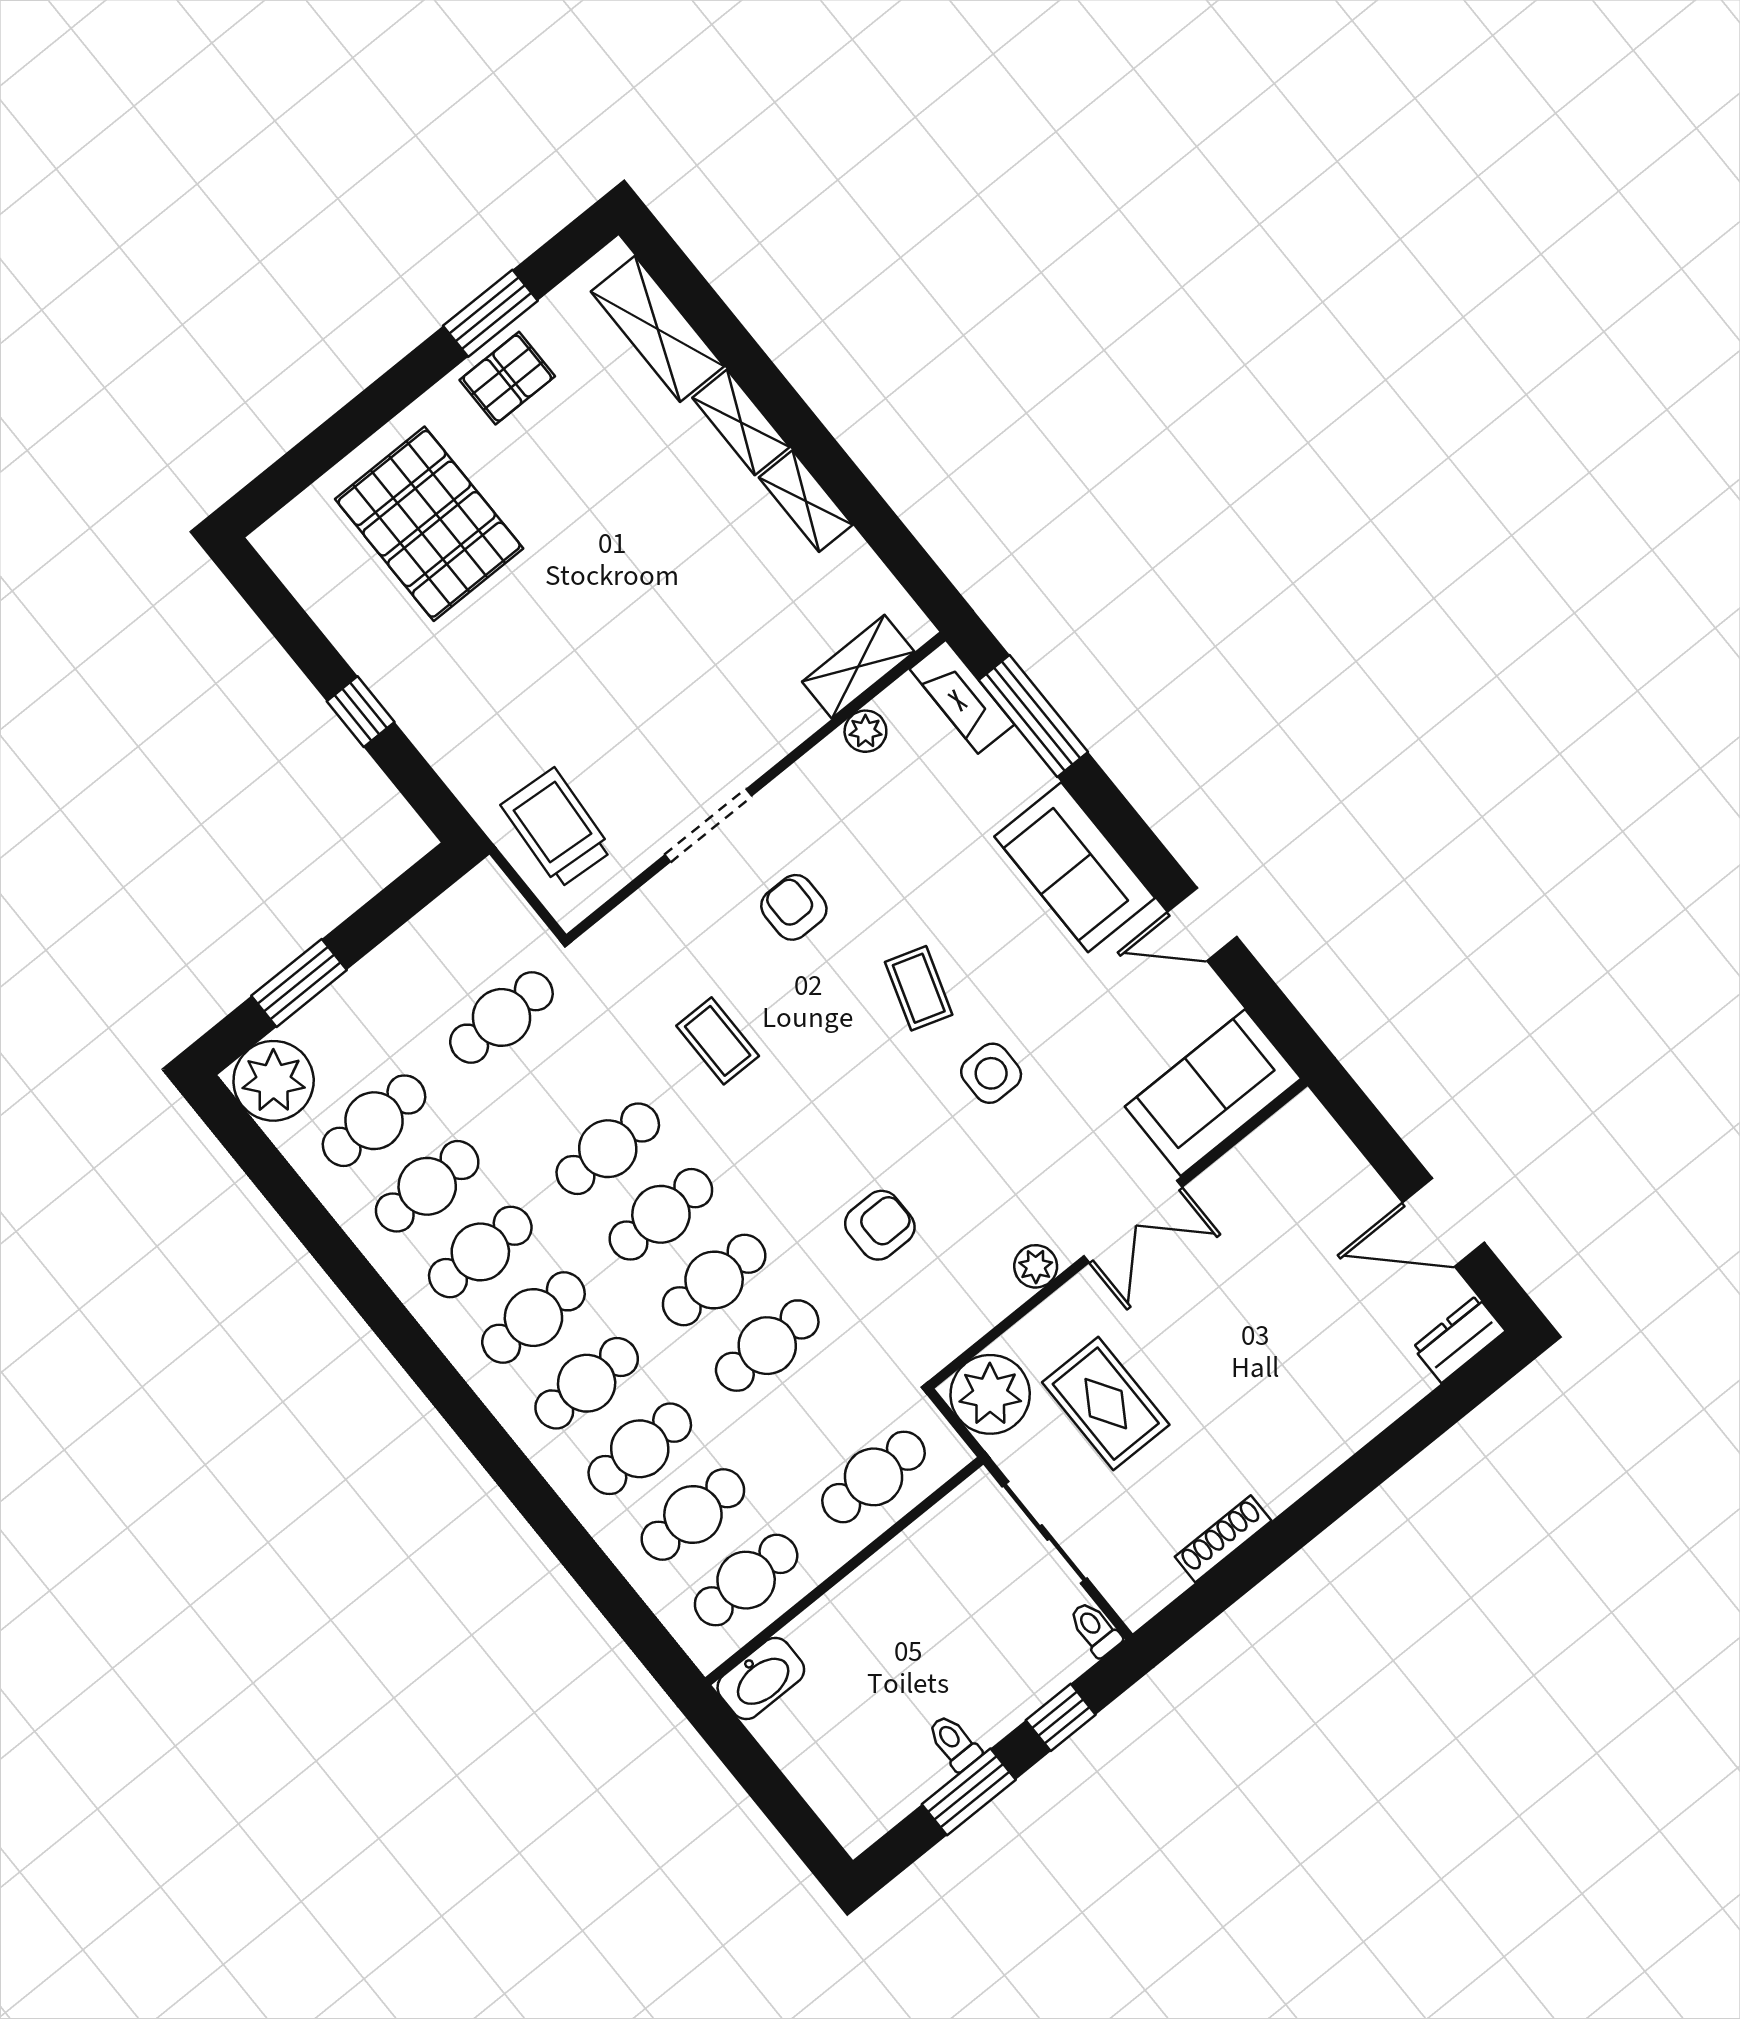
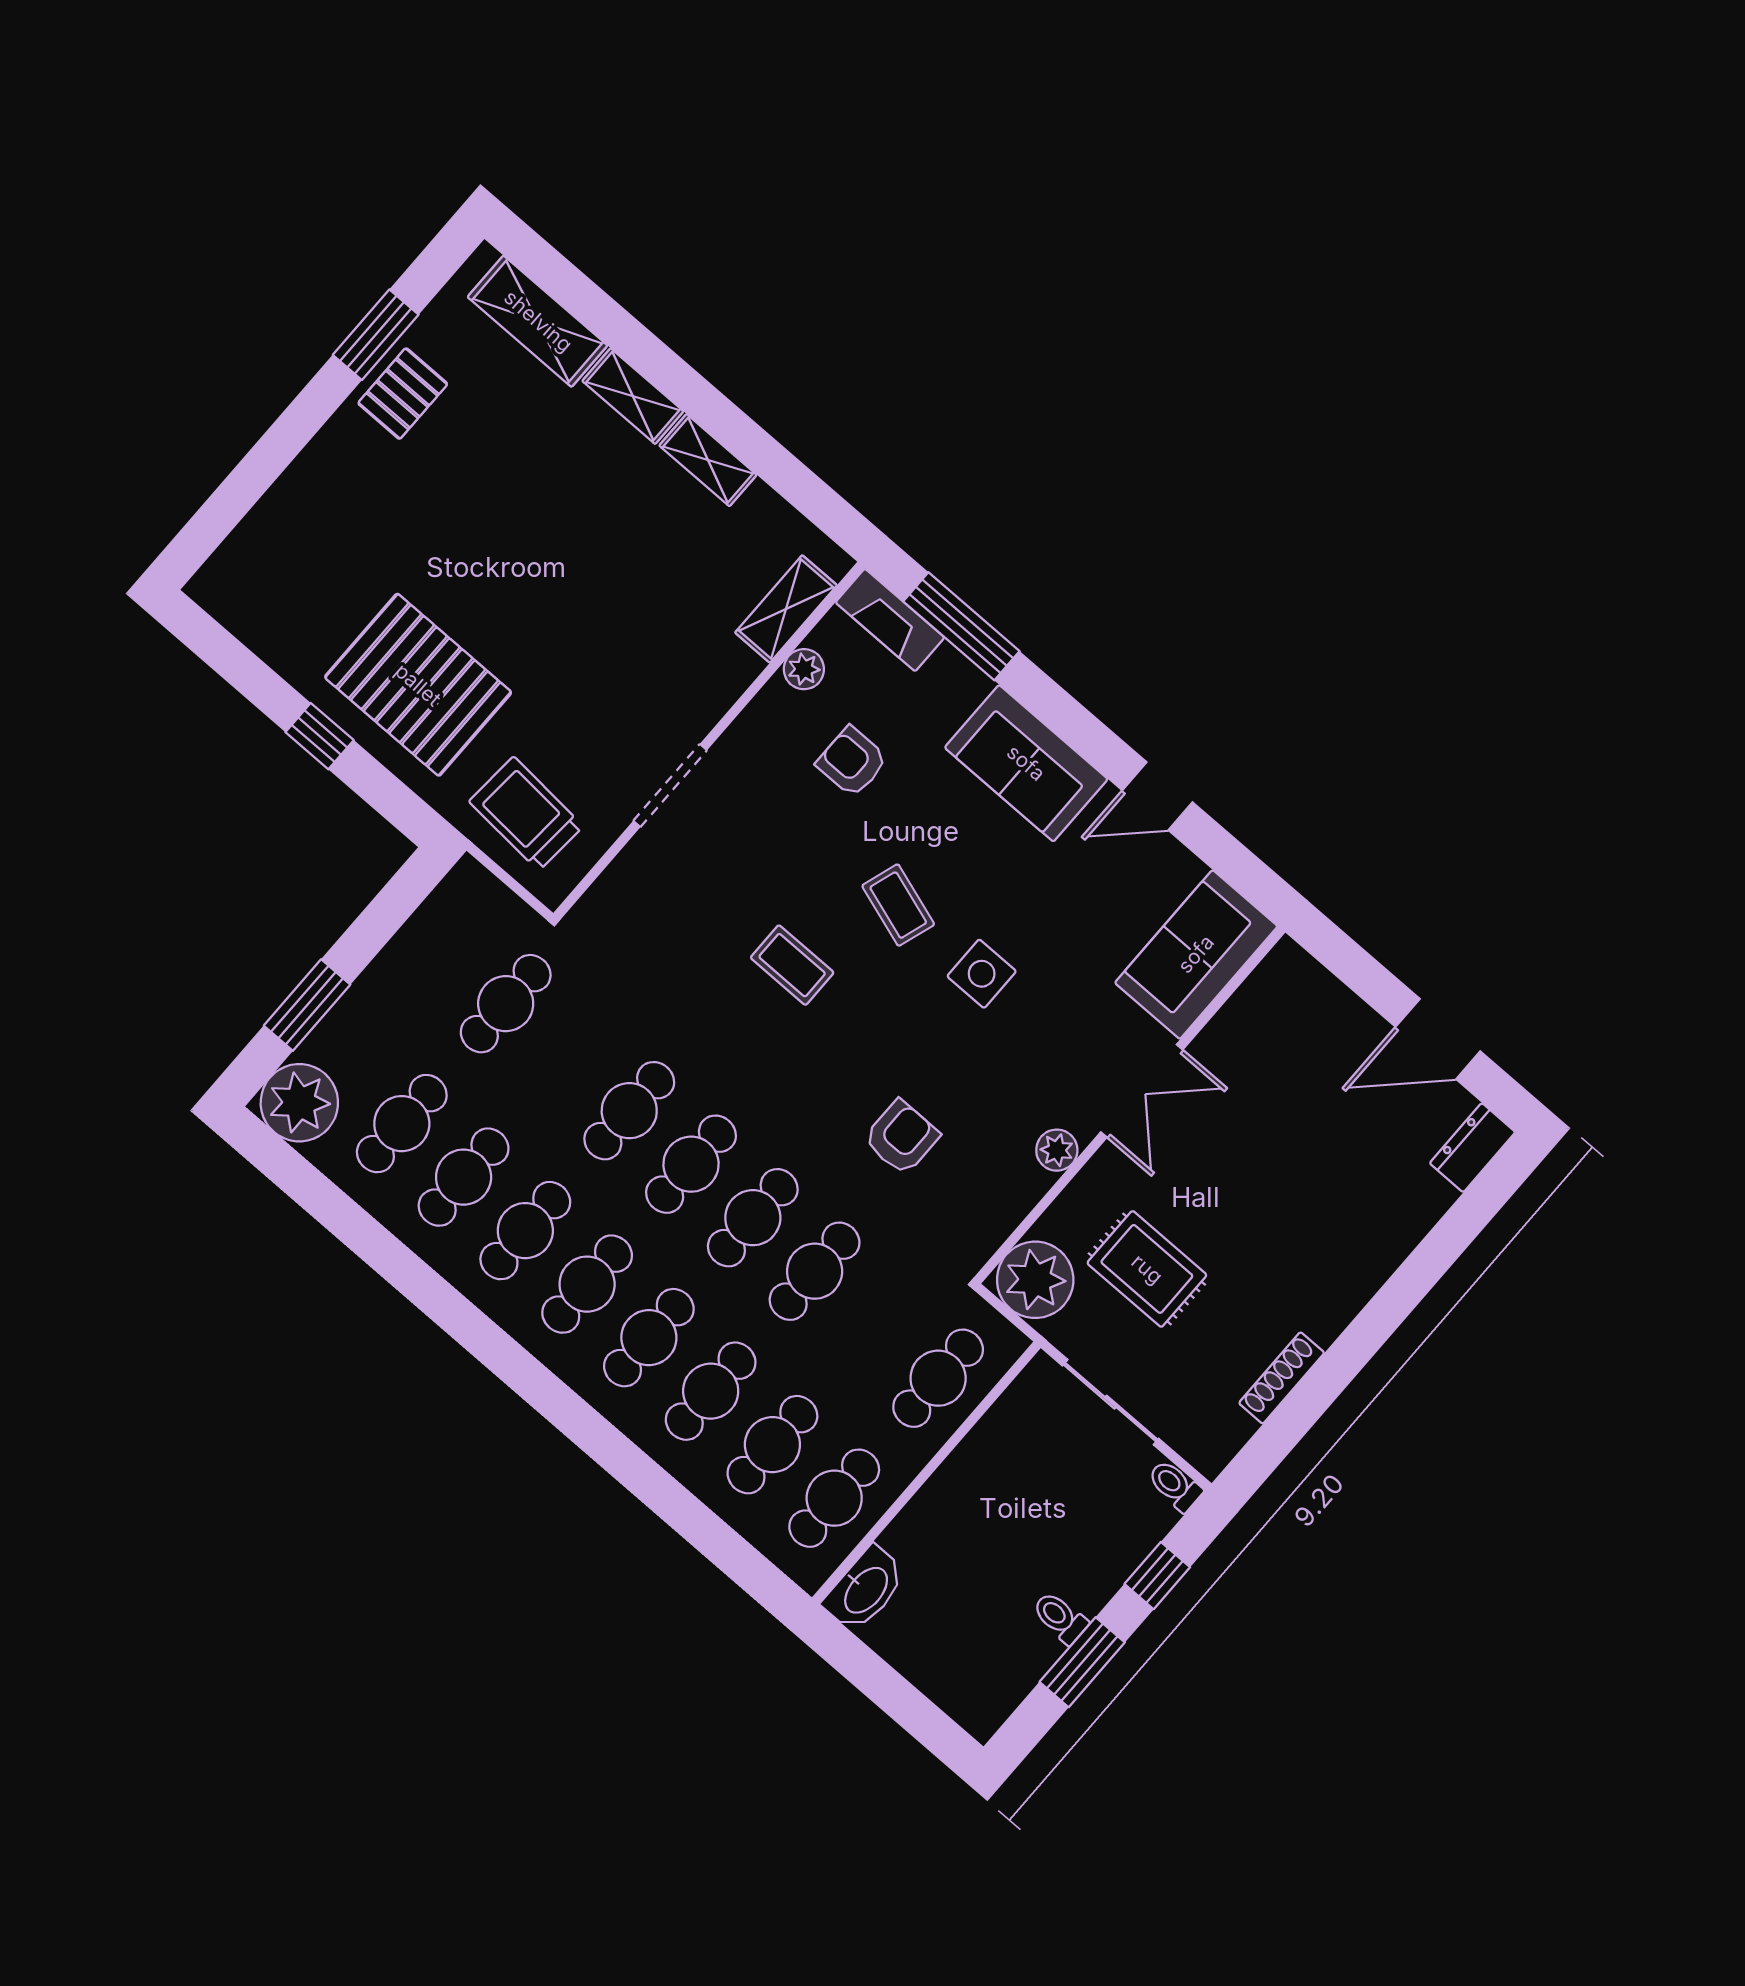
pallet: (429, 524) -> (418, 685), moved
armchair: (794, 907) -> (852, 762), moved
coffee table: (718, 1041) -> (792, 965), moved

